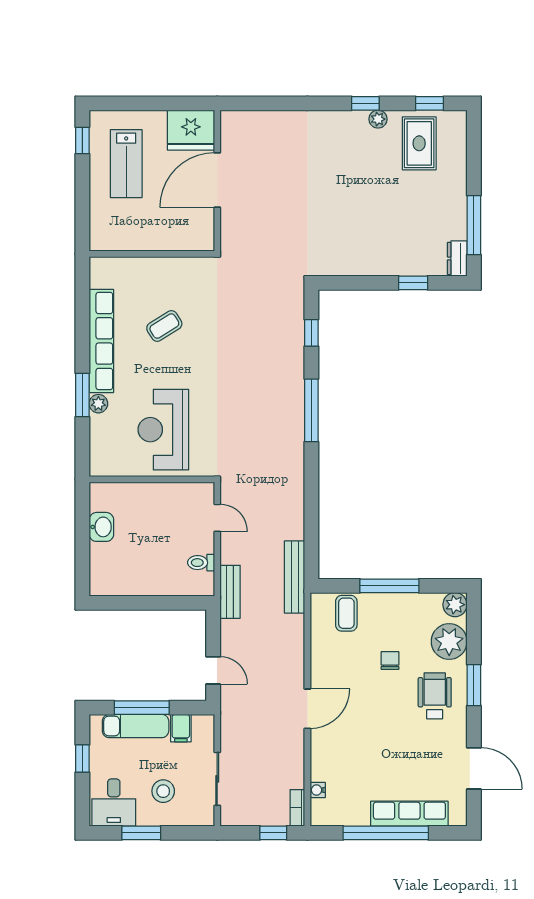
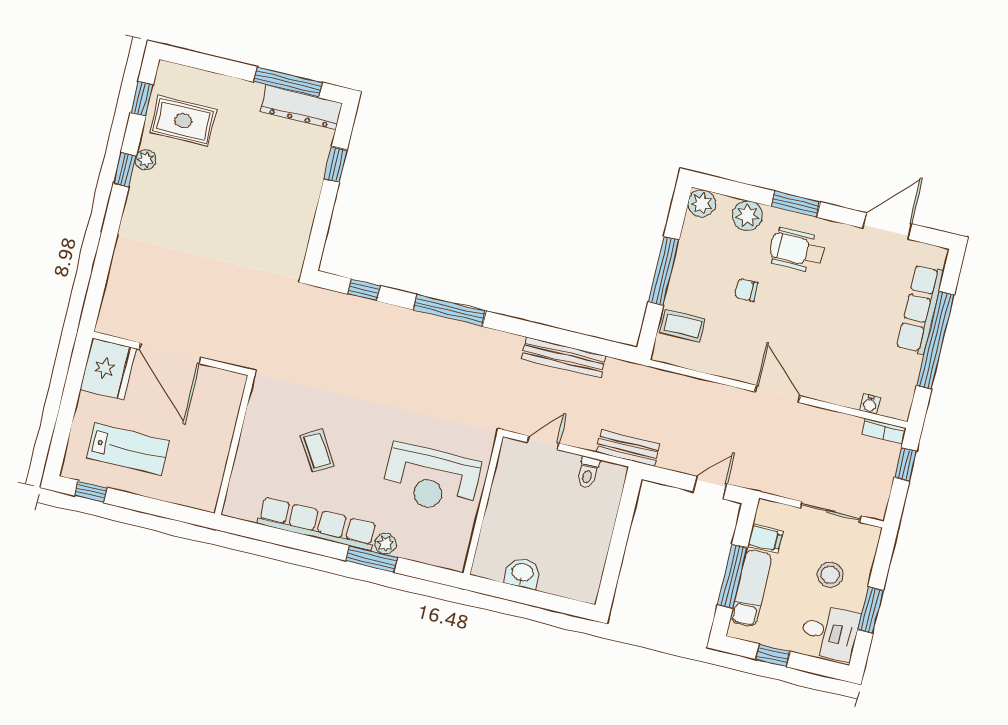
dresser: (457, 258) -> (301, 108), width x1.96, depth x1.24
bench: (295, 577) -> (564, 357), moved
plant: (449, 642) -> (747, 216), width x0.73, depth x0.73

